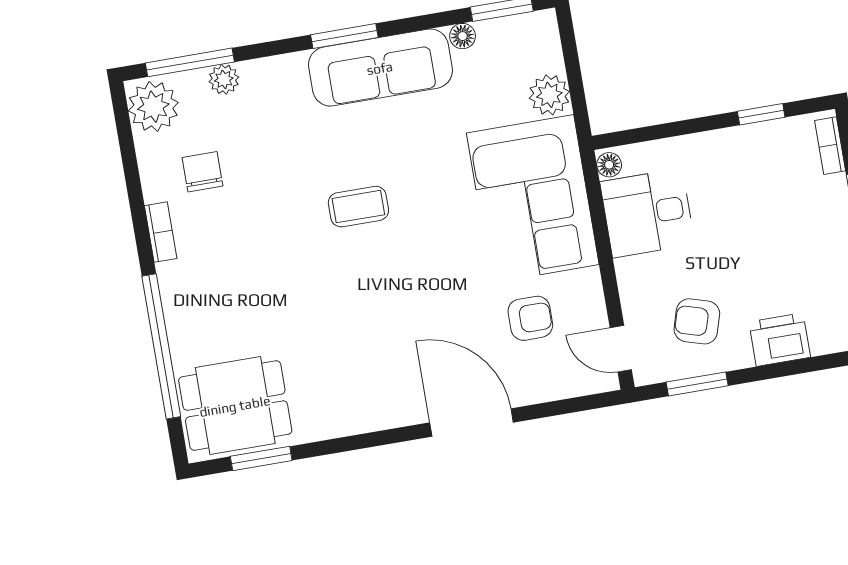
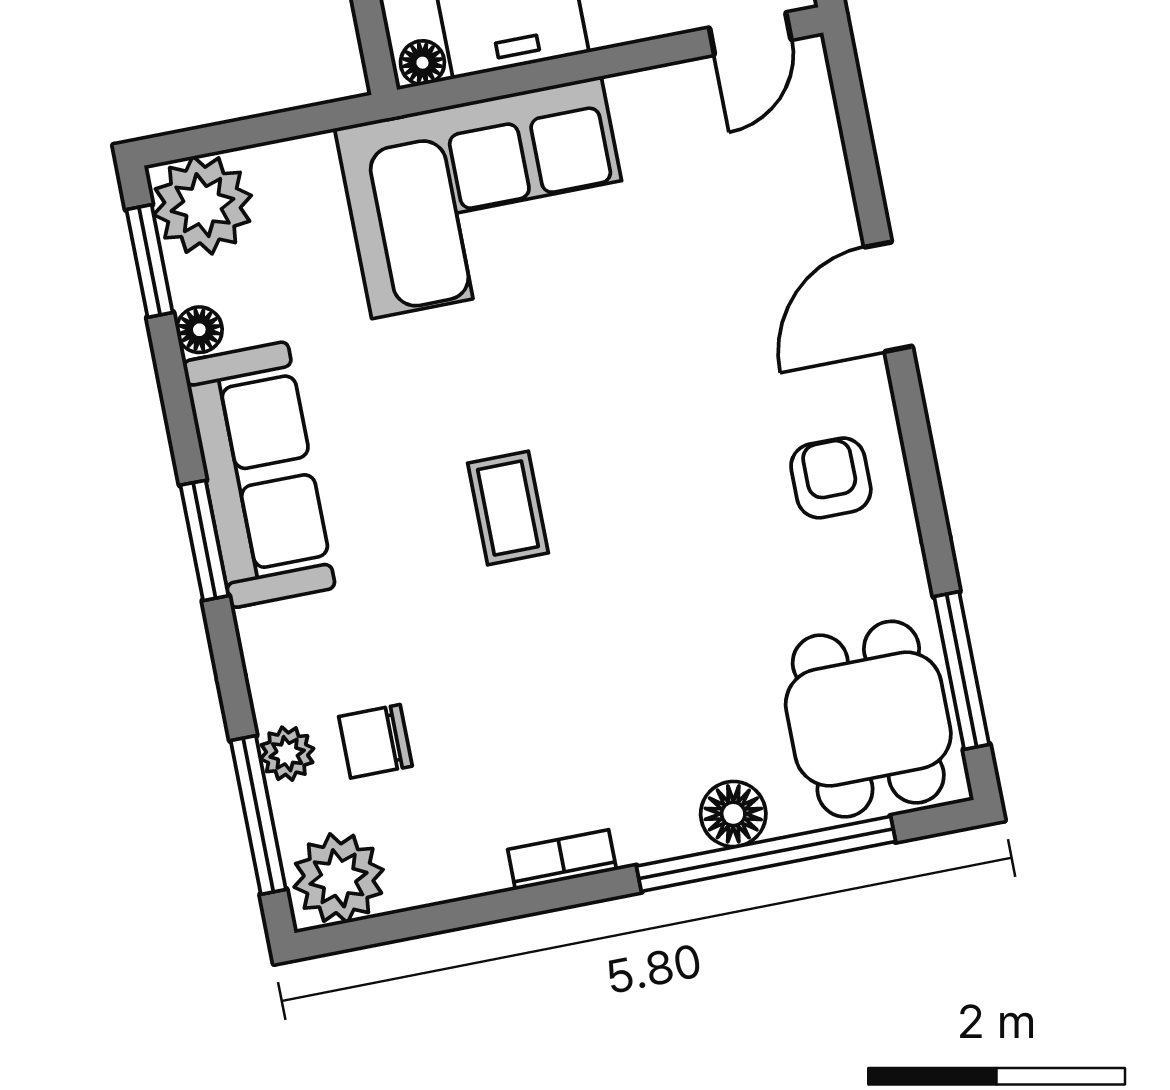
plant: (549, 95) -> (203, 205), moved, width x1.36, depth x1.36
chair: (202, 172) -> (375, 741), moved
armchair: (530, 318) -> (831, 478), moved
floor lamp: (184, 329) -> (733, 814), added
door: (472, 423) -> (888, 297), width x0.73
window: (261, 458) -> (962, 671), width x1.44

